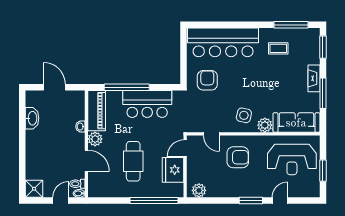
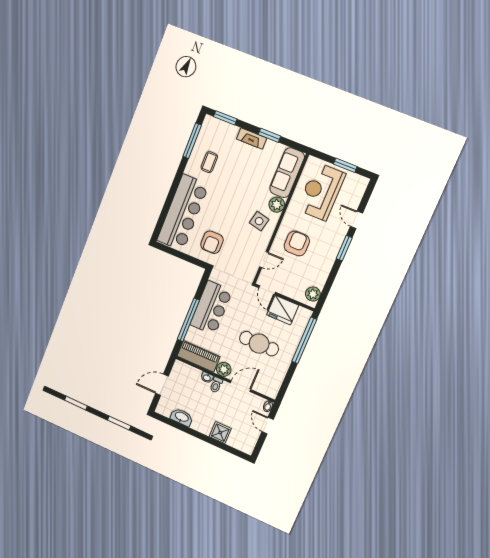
armchair: (207, 80) -> (212, 242), turned -90
window: (323, 93) -> (269, 135), width x0.69
reception desk: (292, 159) -> (321, 192), turned 180
toilet: (77, 184) -> (216, 385), moved
shower: (34, 189) -> (220, 433), moved

